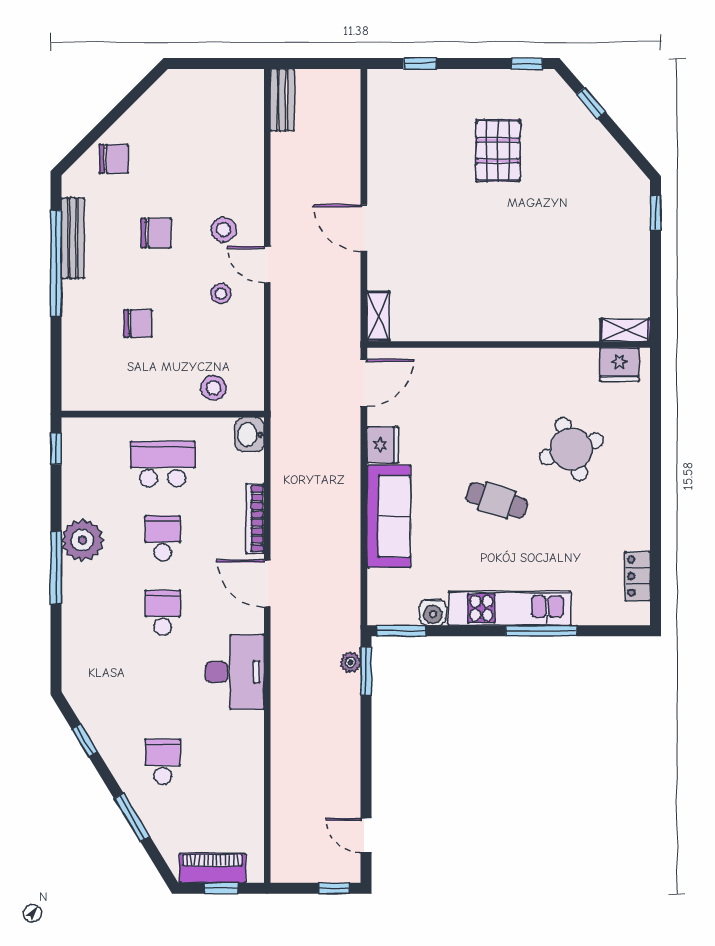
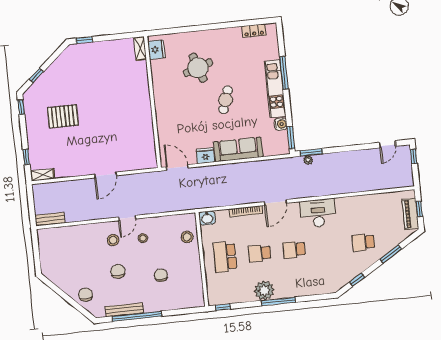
shelving: (378, 316) -> (42, 175), moved

